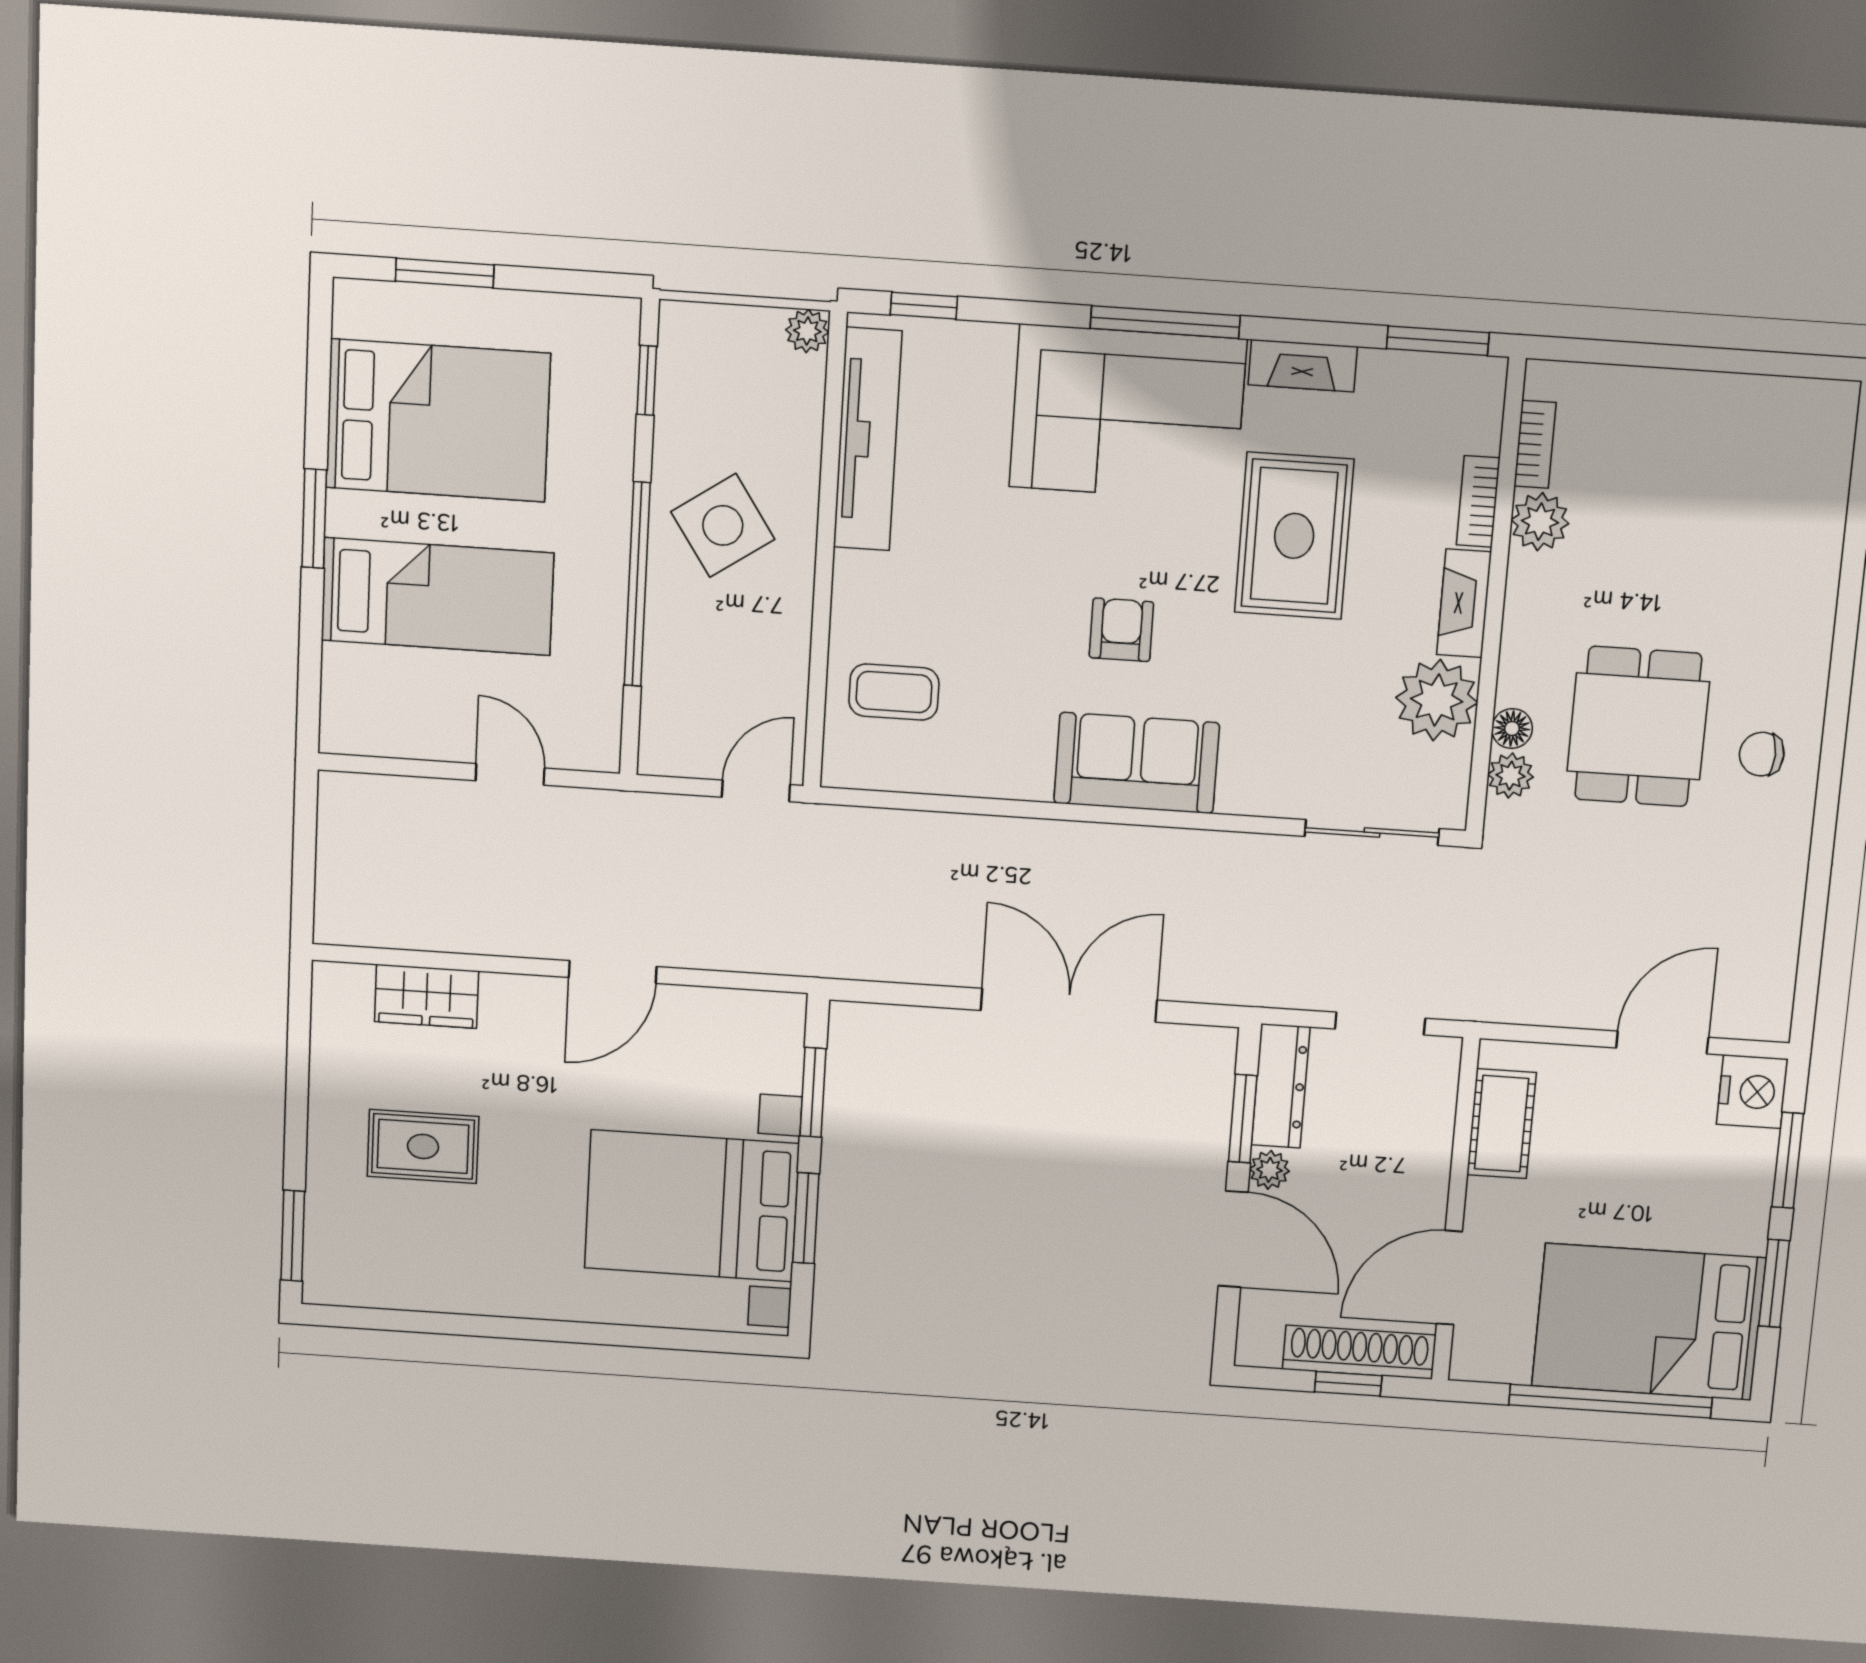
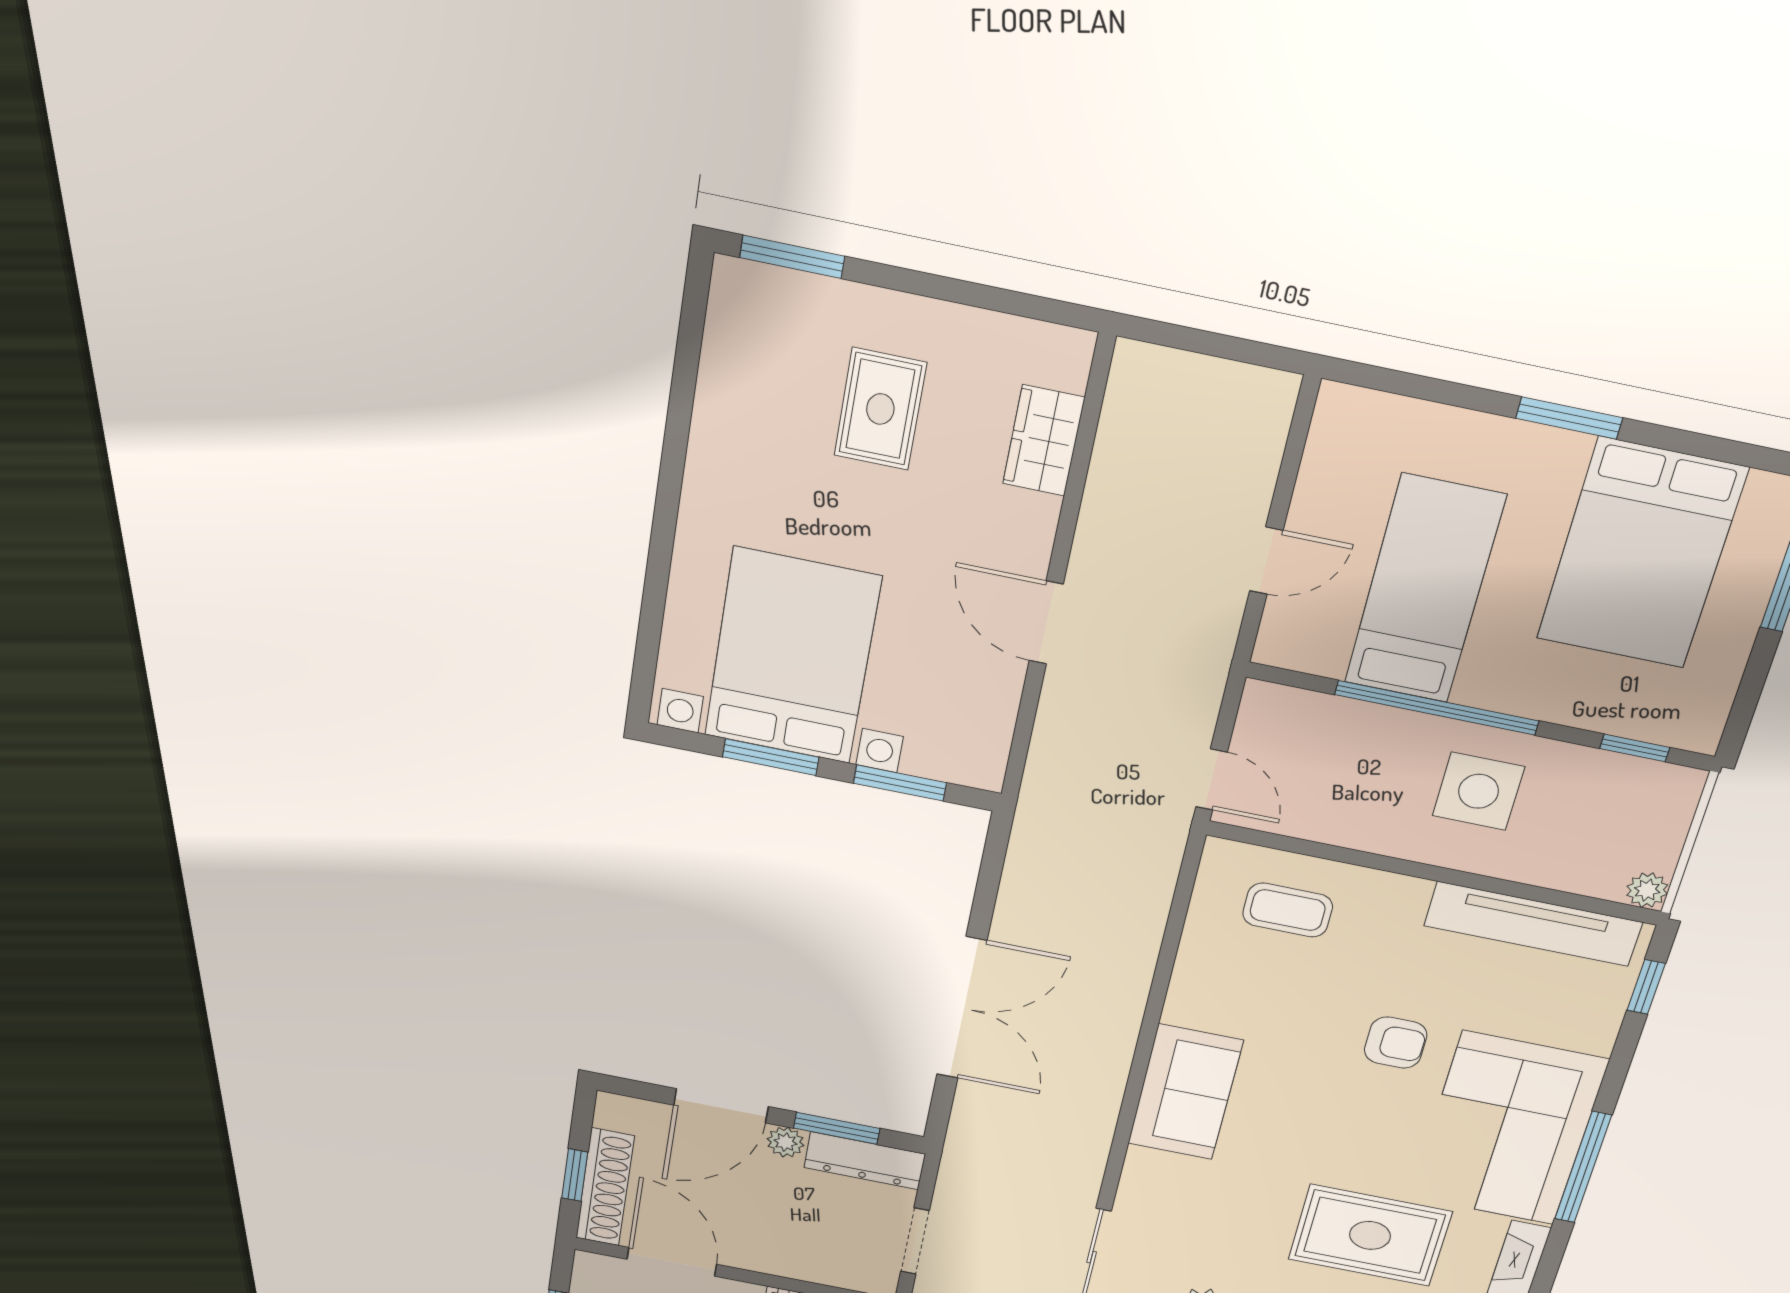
side table: (723, 525) -> (1479, 791), turned 34
bed: (437, 597) -> (1425, 590), moved, turned 180
armchair: (1121, 630) -> (1396, 1043), moved
coffee table: (894, 692) -> (1288, 910), turned 90

